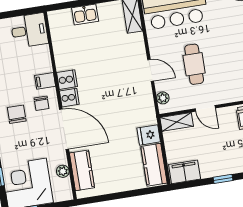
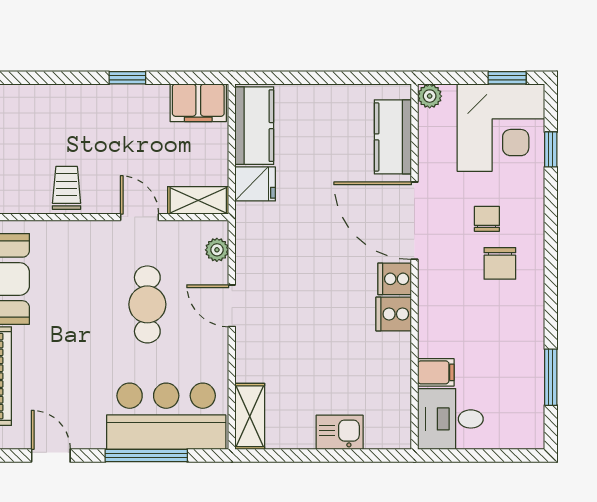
filing cabinet: (45, 81) -> (436, 372), moved
chair: (42, 103) -> (487, 219), moved
plant: (63, 171) -> (430, 96), moved

